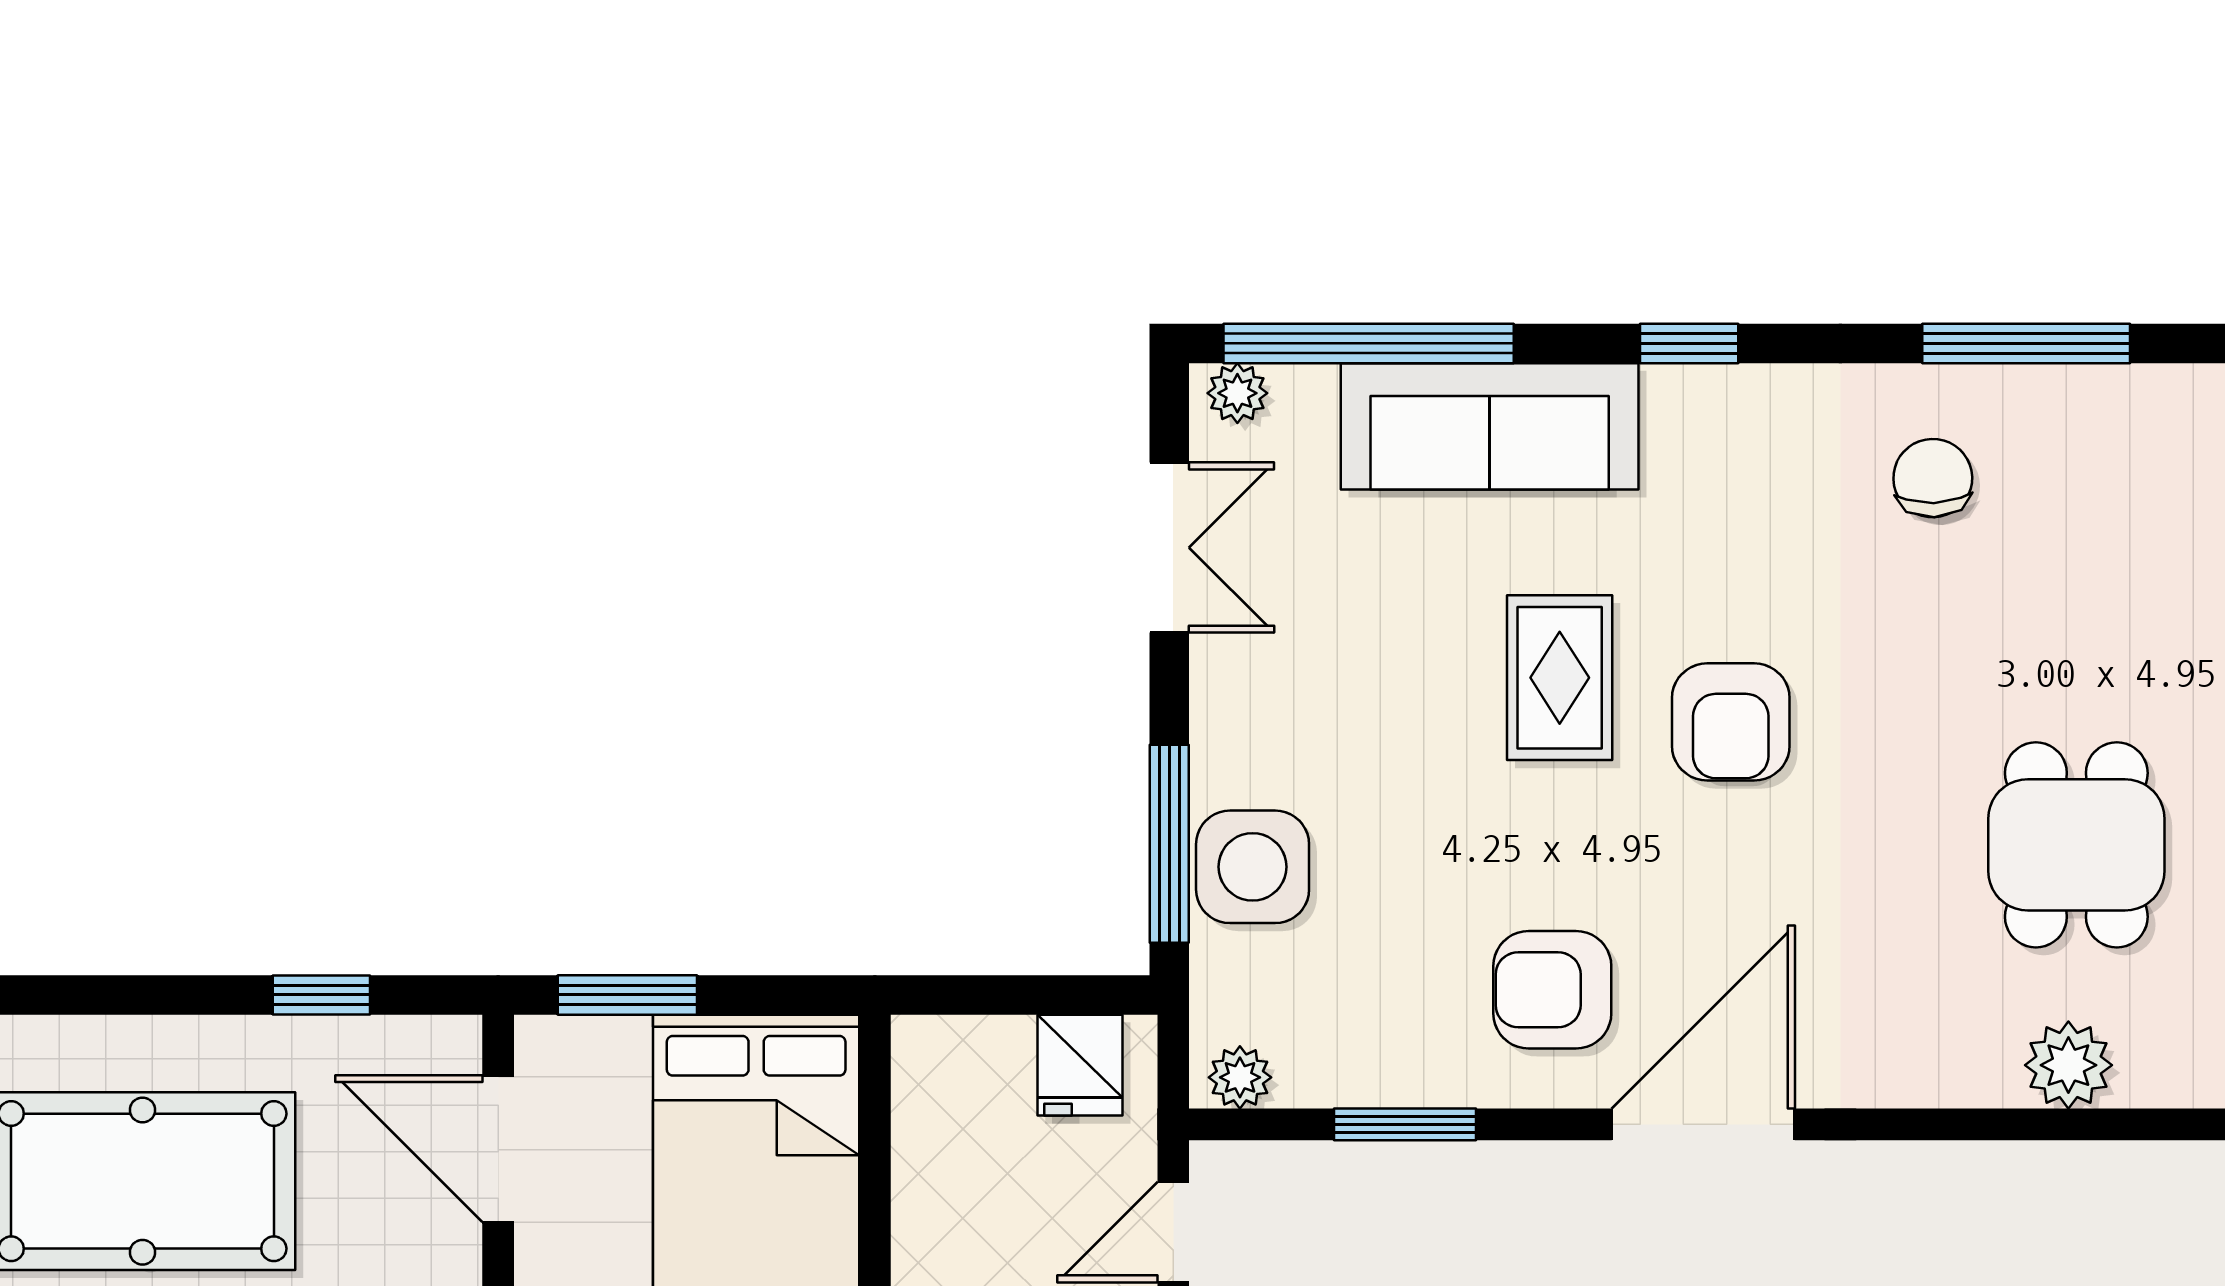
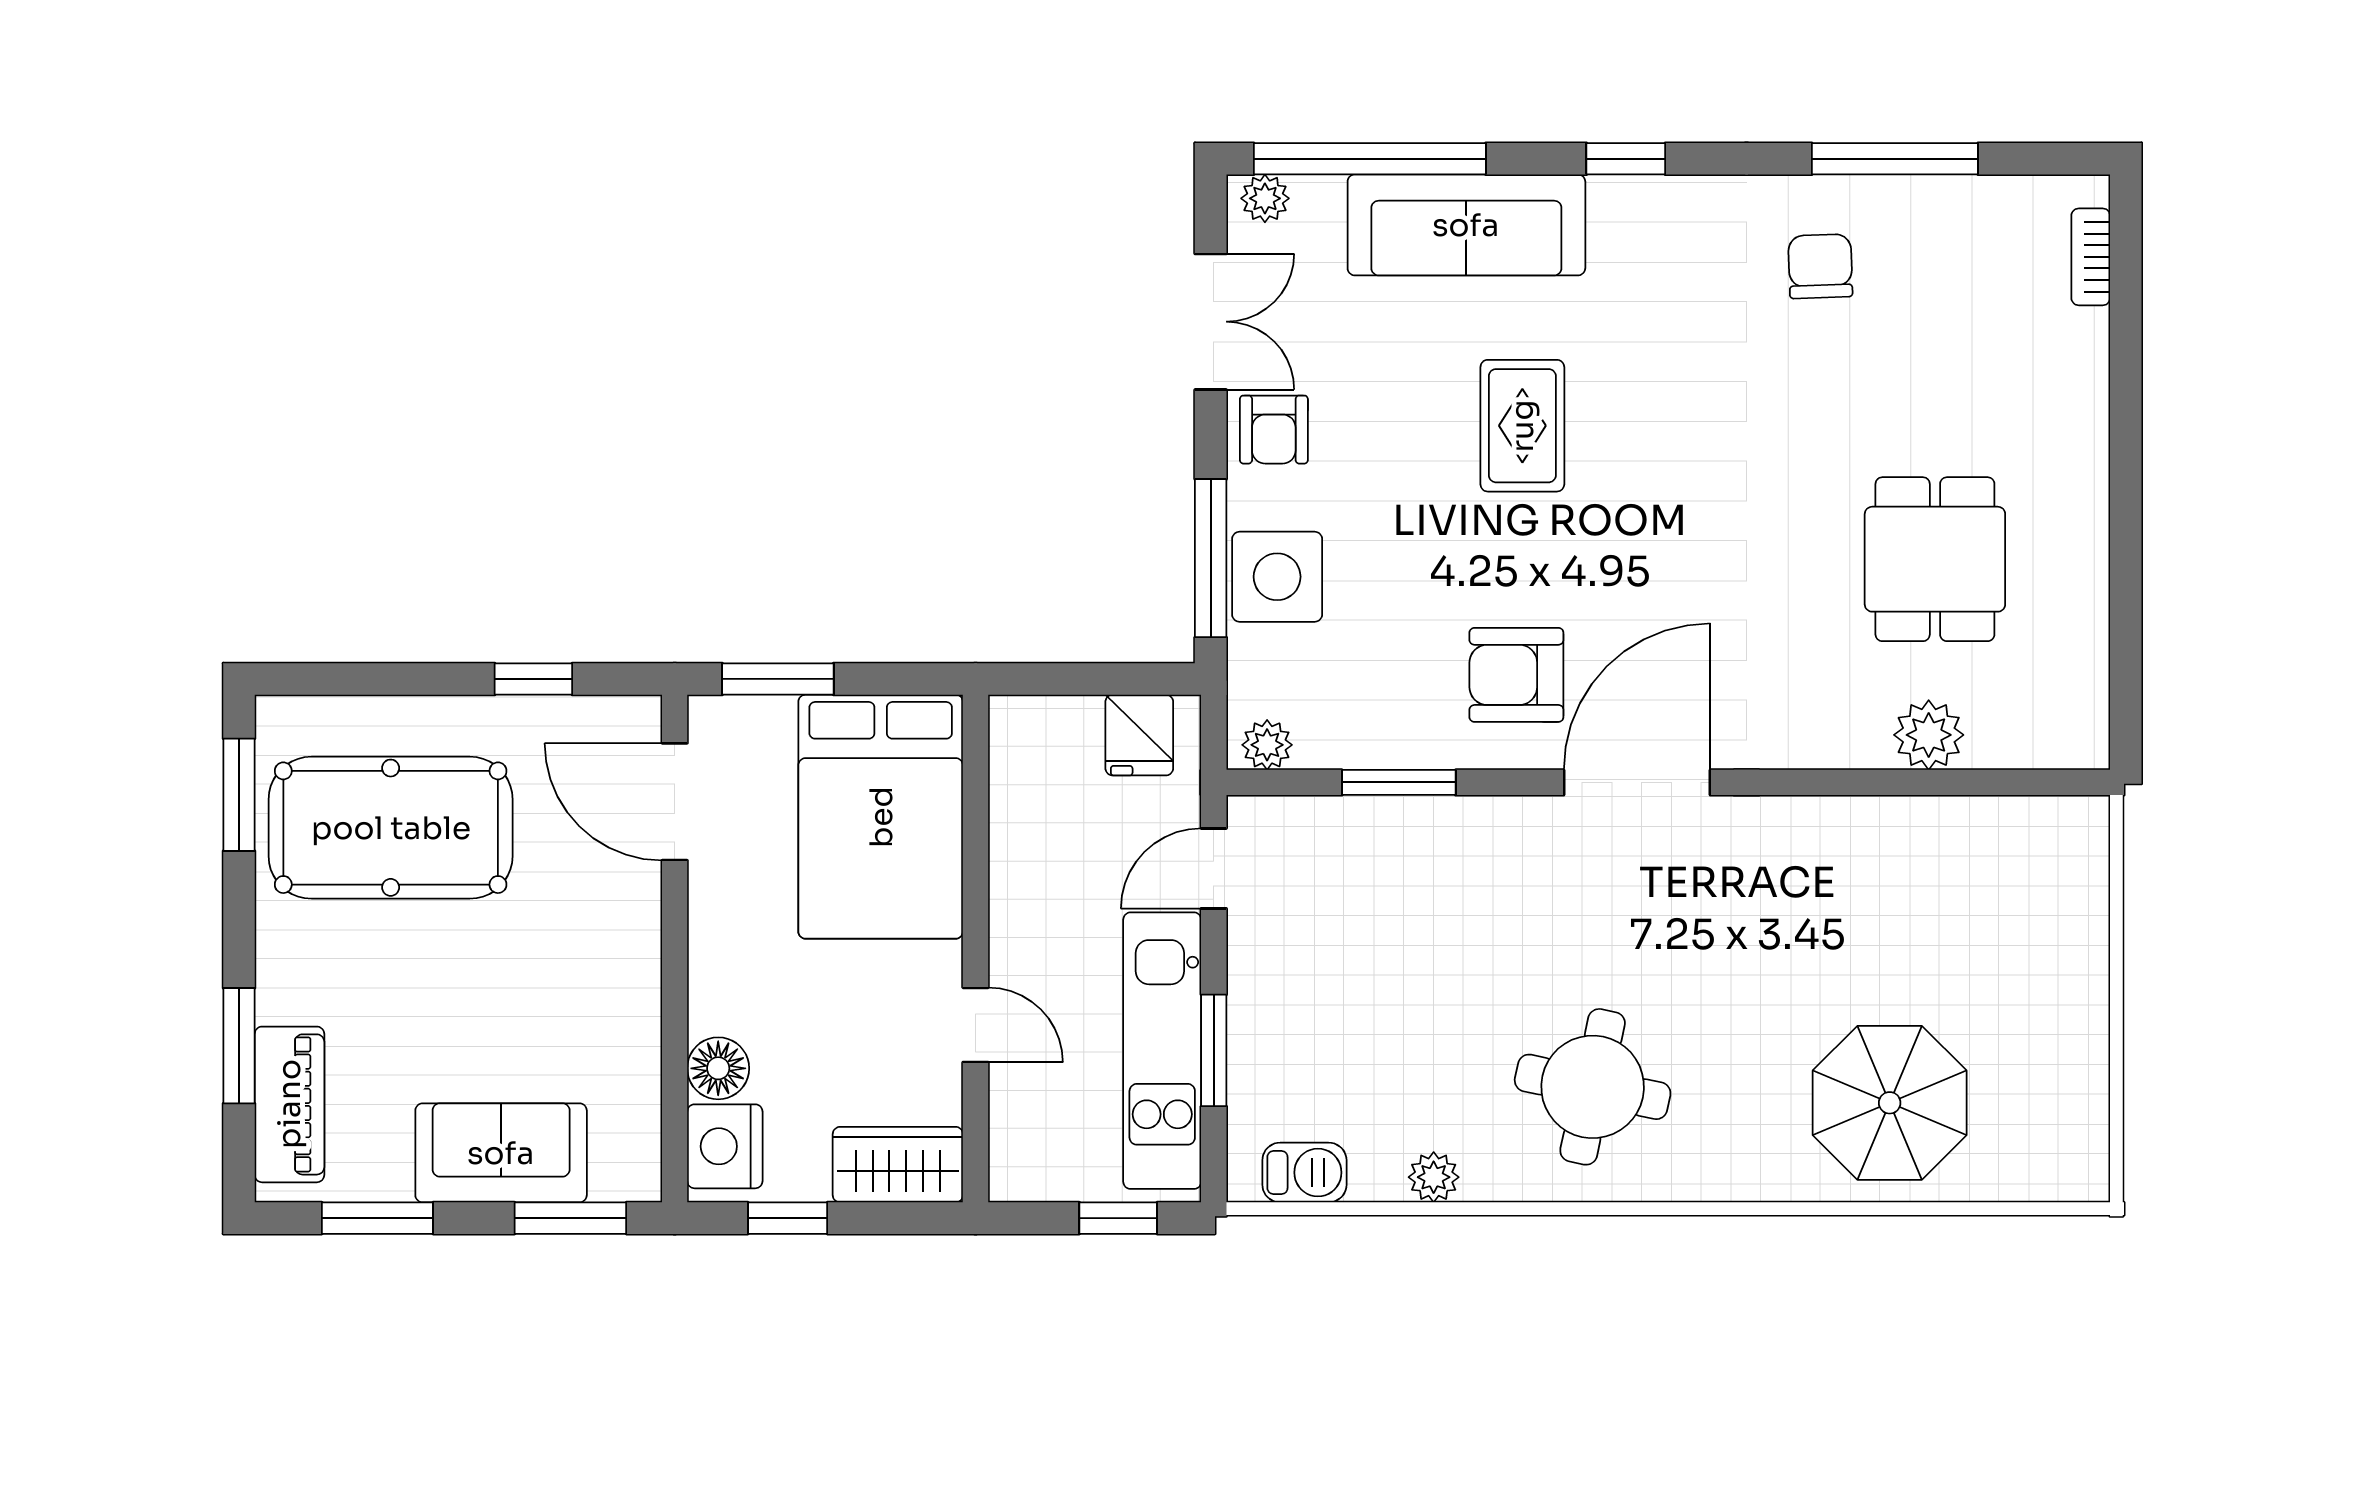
armchair: (1731, 722) -> (1274, 430), moved, width x0.72, depth x0.72

